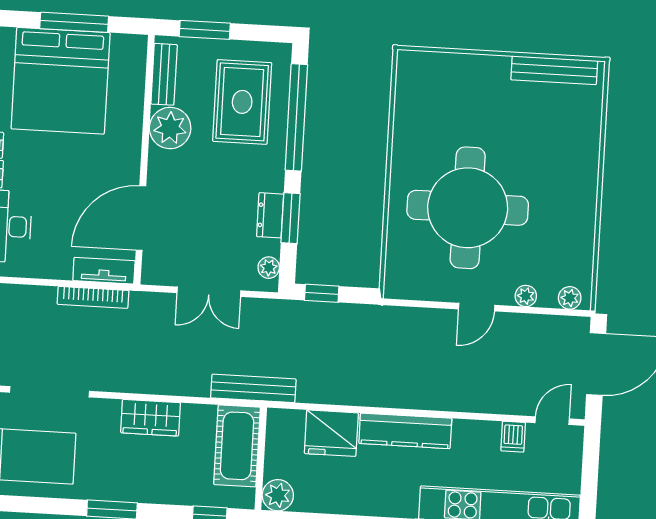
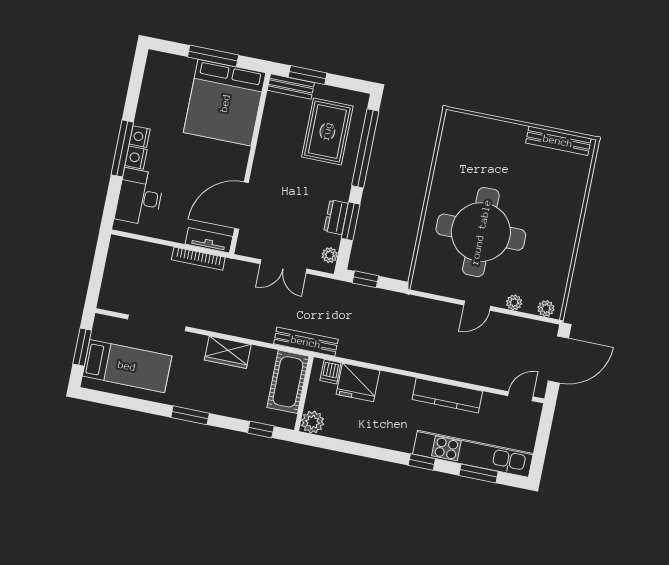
bench: (164, 74) -> (291, 86), moved, turned 90
bed: (61, 81) -> (225, 103), moved
plant: (170, 128) -> (272, 143), removed
kitchen counter: (405, 431) -> (447, 395), moved
dishwasher: (513, 437) -> (330, 372), moved

